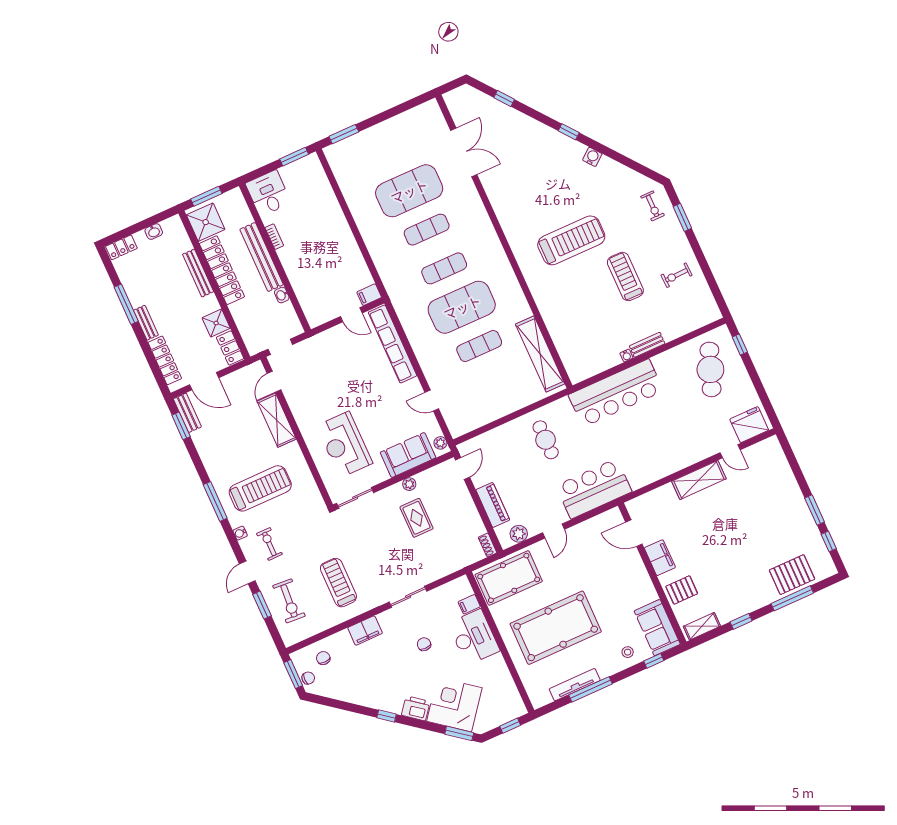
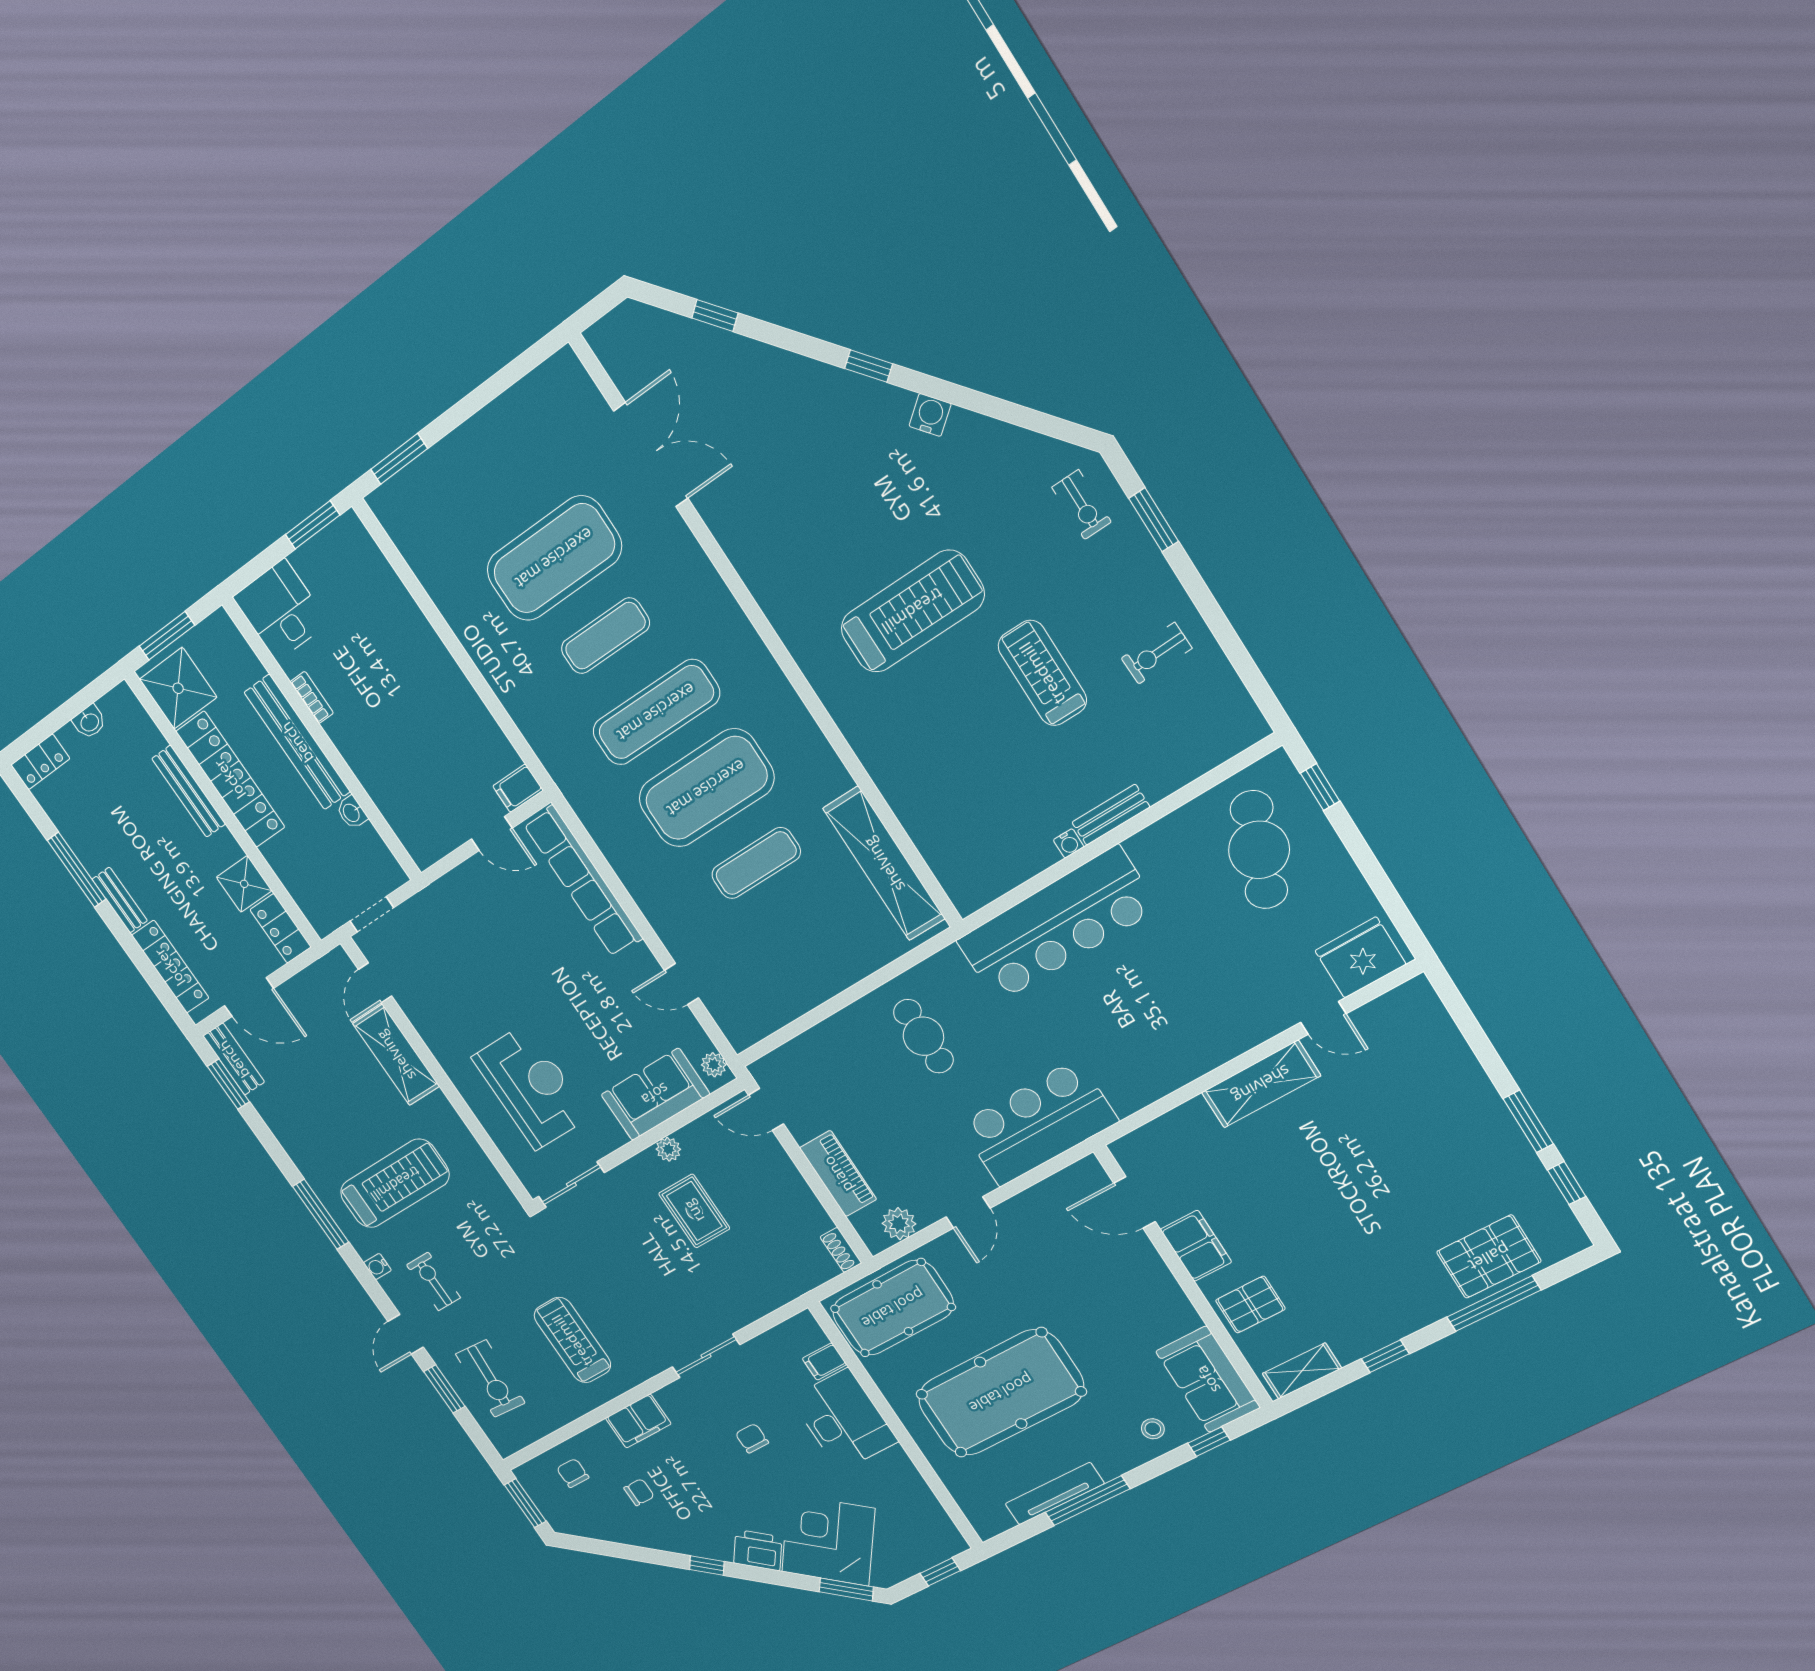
exercise mat: (444, 268) -> (656, 712), width x1.36, depth x1.45
reception desk: (344, 444) -> (531, 1087), turned 180
door: (462, 468) -> (766, 1109), swing flipped
chair: (308, 678) -> (639, 1492), moved

